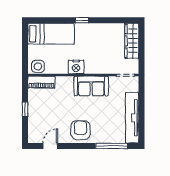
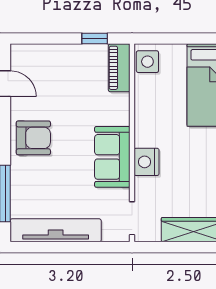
nightstand: (76, 67) -> (146, 162), moved
window: (25, 109) -> (95, 38), moved

